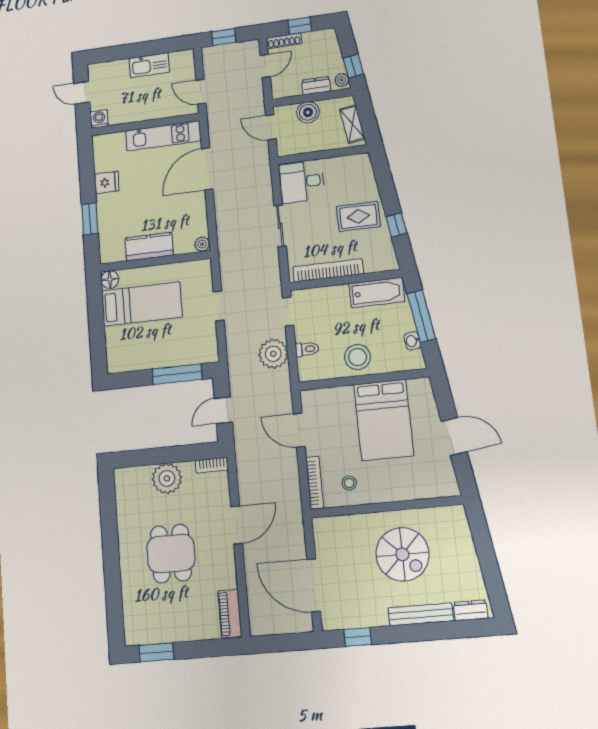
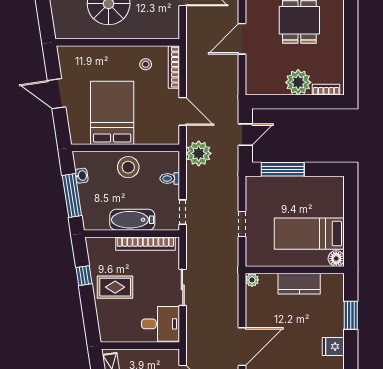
bathtub: (377, 293) -> (132, 220), moved
plant: (273, 354) -> (199, 153), moved
bookcase: (212, 465) -> (326, 90), moved

